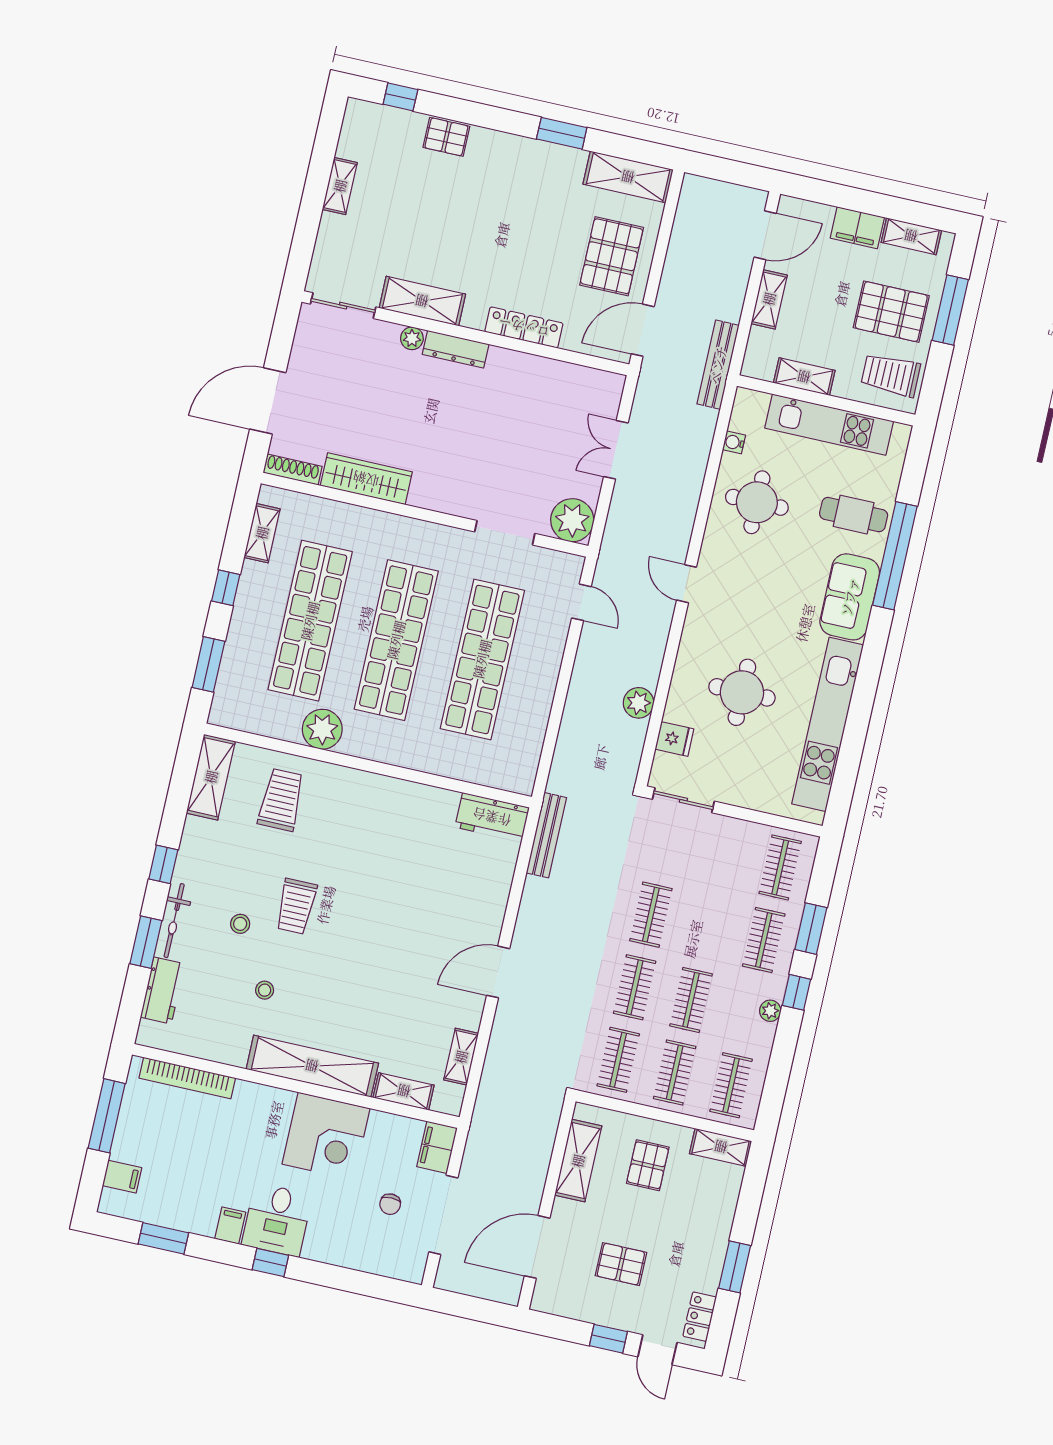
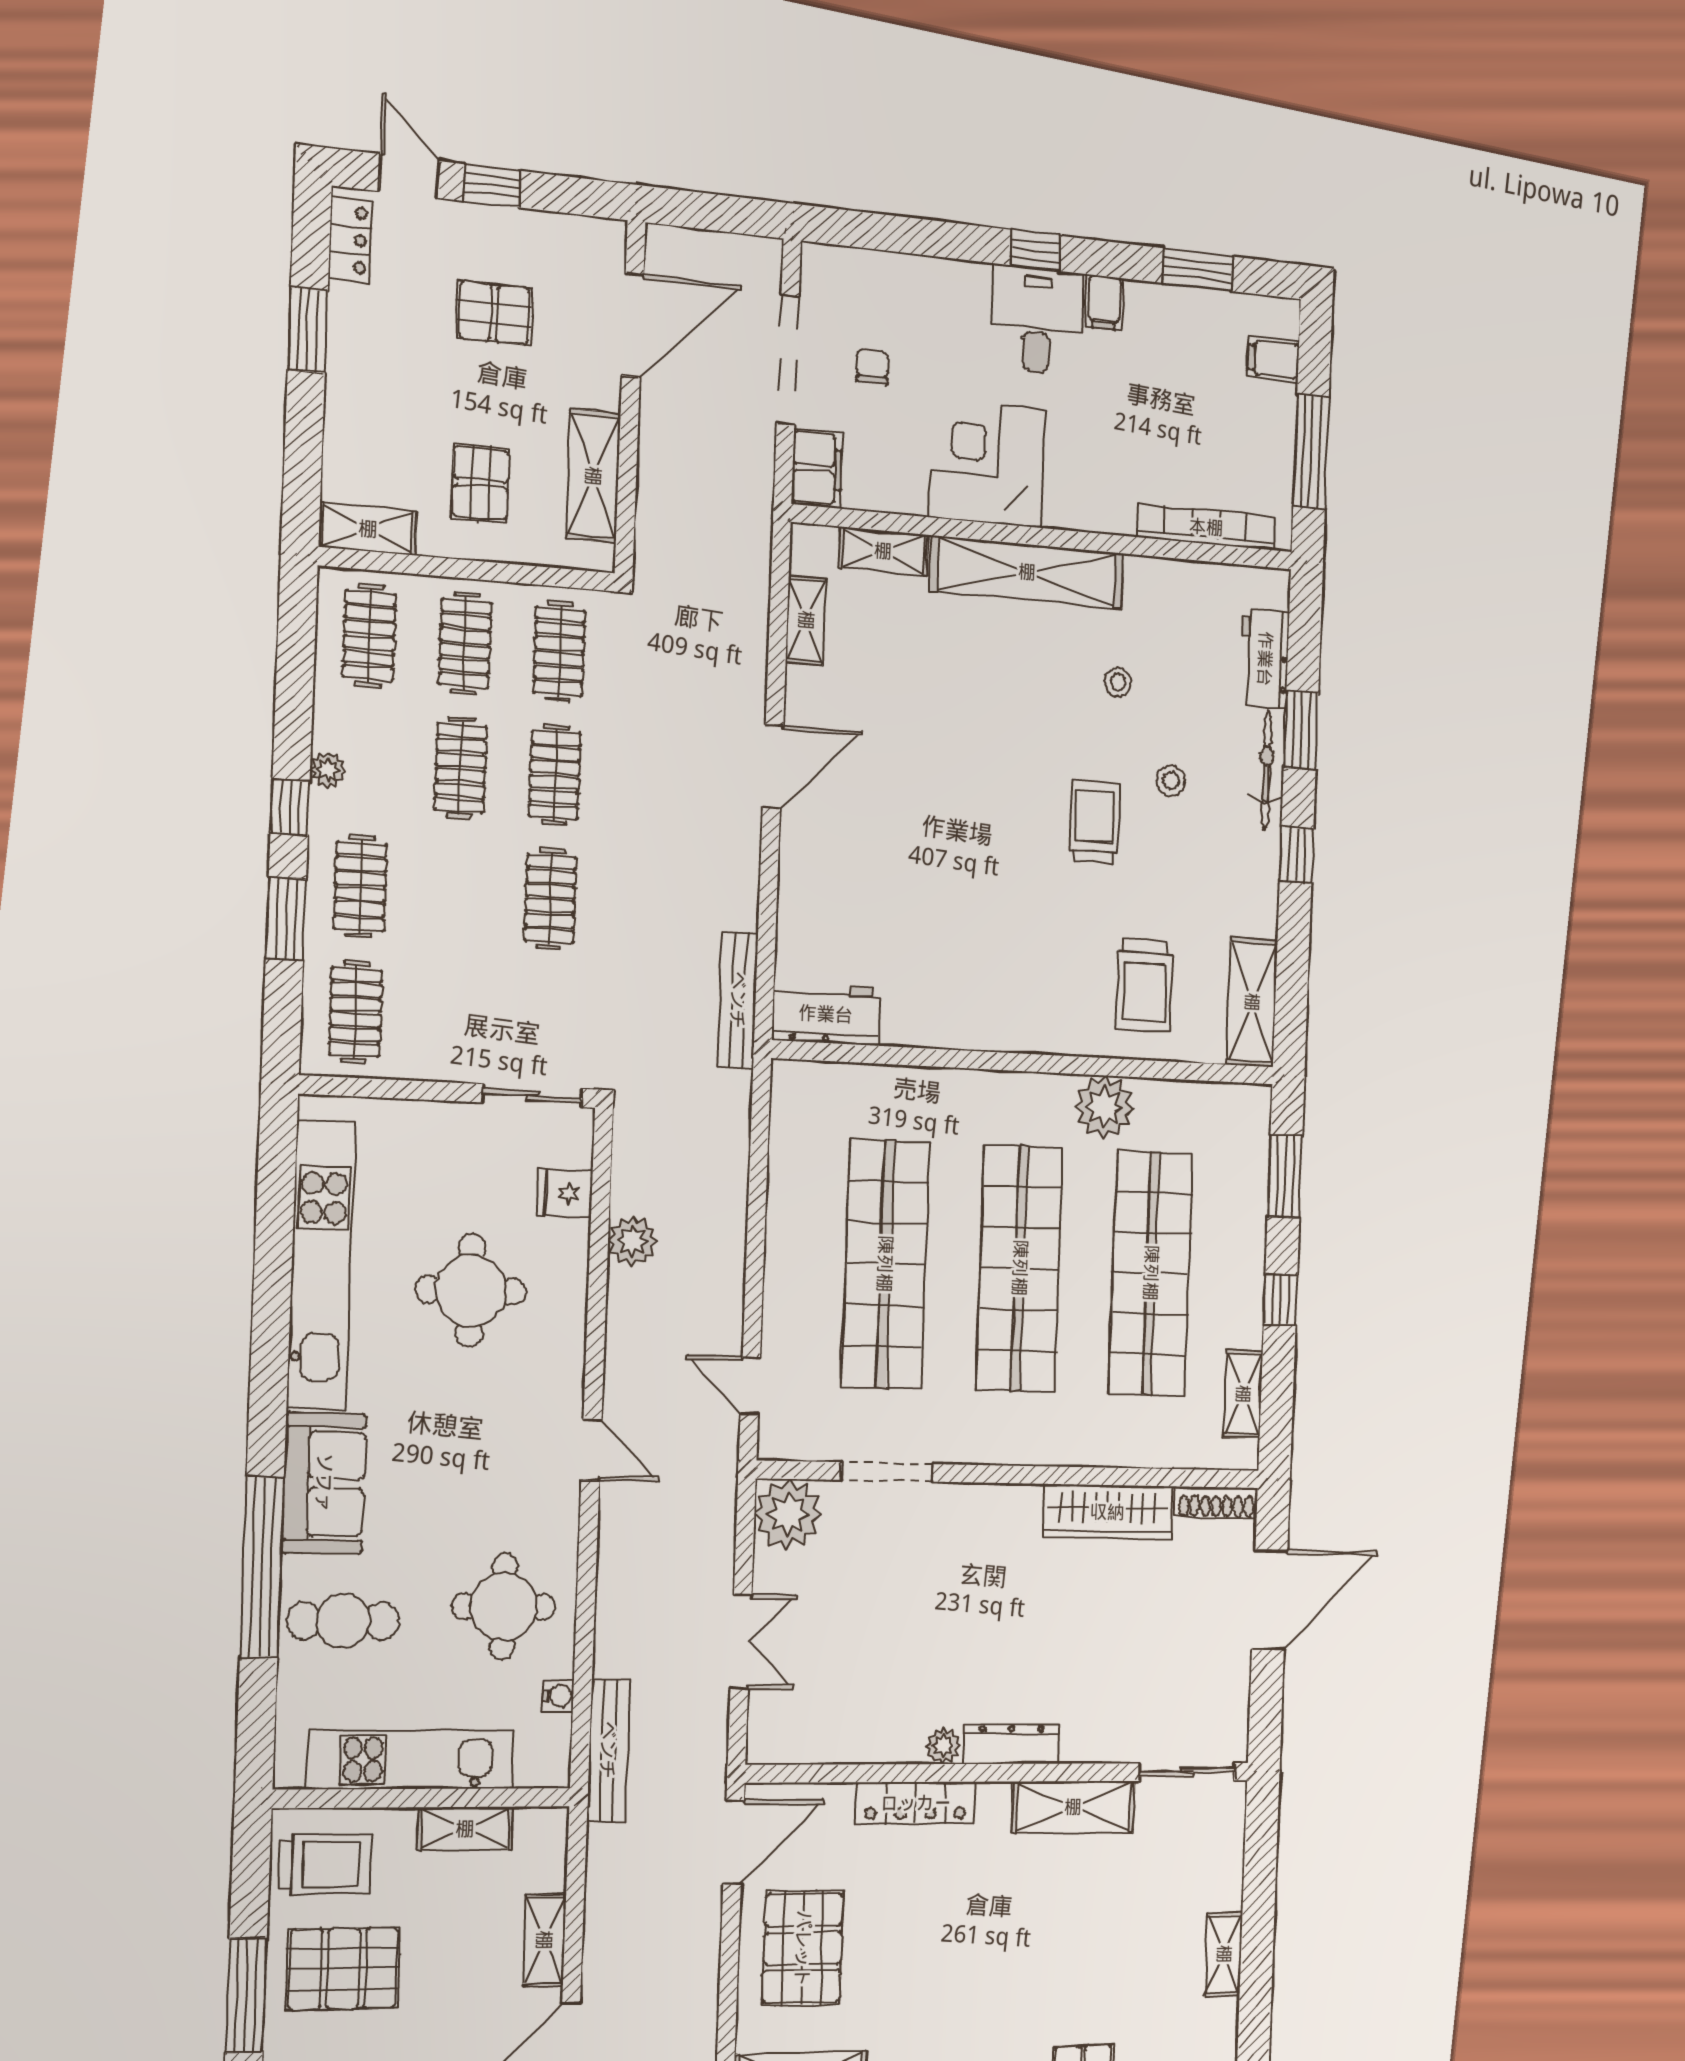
plant: (412, 338) -> (943, 1746), moved
bench: (718, 365) -> (608, 1750), moved

